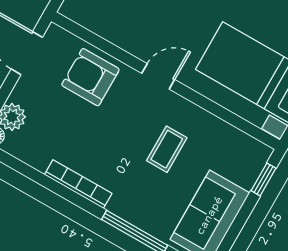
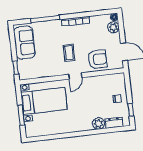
coffee table: (167, 149) -> (69, 53), moved

